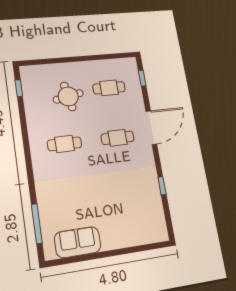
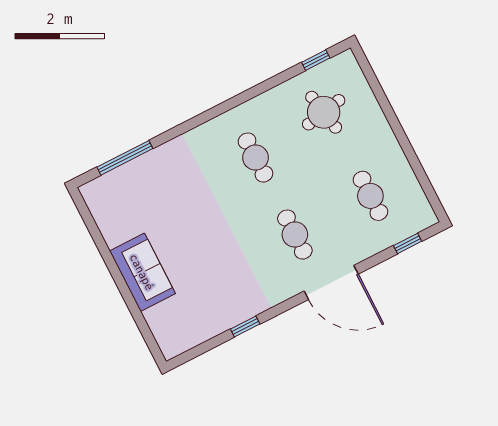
round table: (68, 96) -> (324, 112), moved
sofa: (78, 242) -> (142, 272), moved

